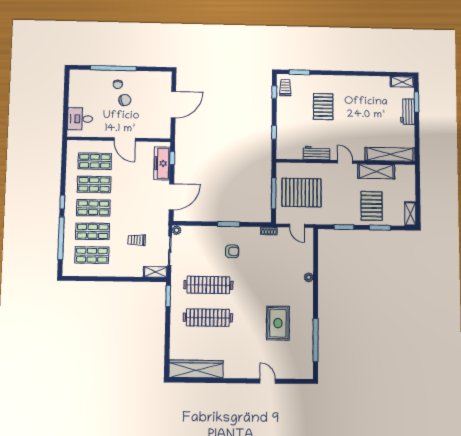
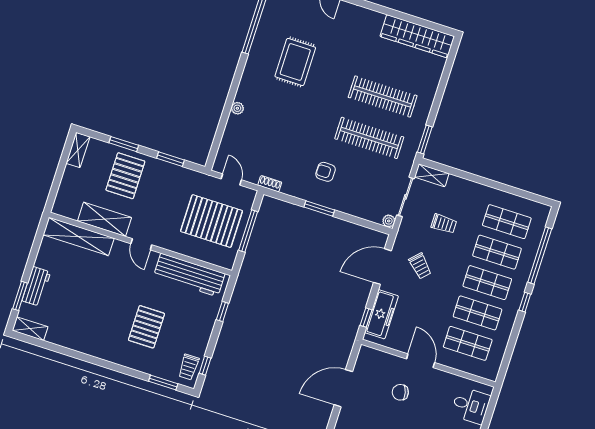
chair: (125, 100) -> (400, 392), moved
workbench: (317, 153) -> (189, 275), width x1.88, depth x1.32
trolley: (145, 205) -> (420, 266), added

